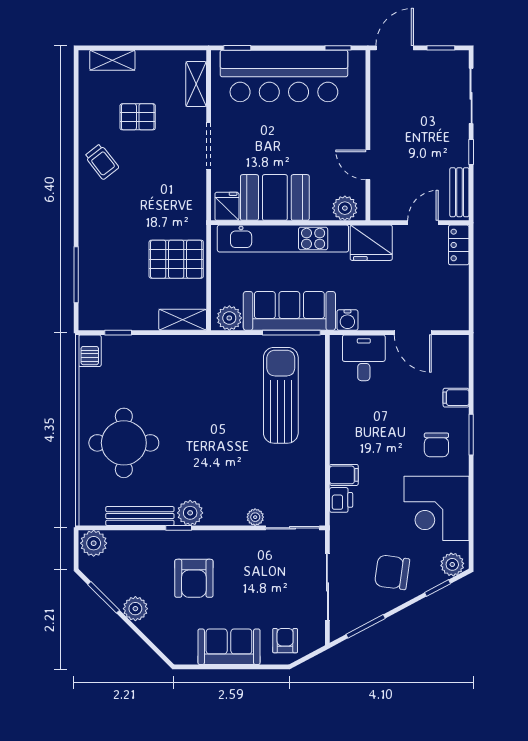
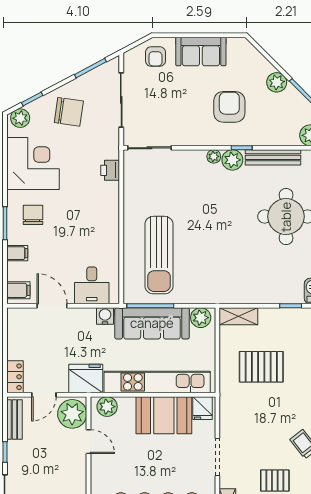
plant: (388, 199) -> (72, 414), added
pallet: (176, 259) -> (261, 367), moved
filing cabinet: (344, 475) -> (18, 290), moved, turned 180
plant: (255, 517) -> (214, 156), moved

